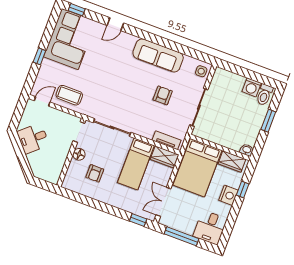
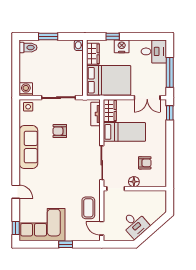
washing machine: (252, 87) -> (26, 89), moved, turned -90

